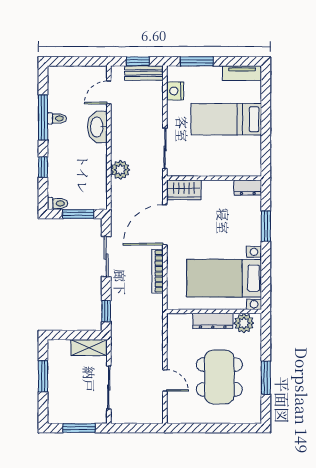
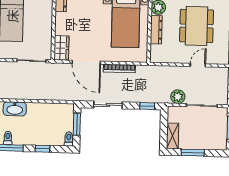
plant: (120, 170) -> (178, 97), moved
shelving: (89, 348) -> (173, 136), moved
dining table: (219, 377) -> (197, 26), turned 90

